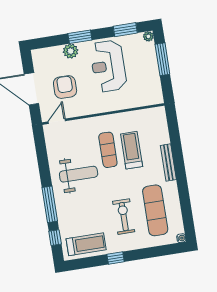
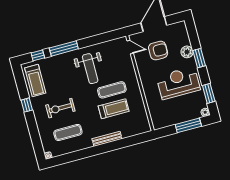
exercise mat: (155, 210) -> (68, 132), width x0.73, depth x0.69
exercise bike: (124, 217) -> (60, 108), turned 180

